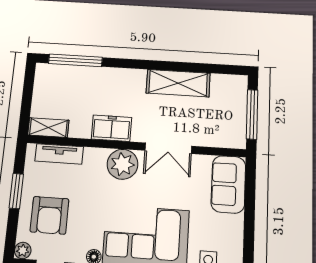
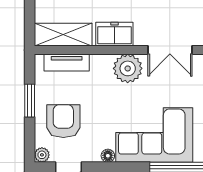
shelving: (48, 128) -> (63, 35), width x1.50, depth x1.33
armchair: (49, 215) -> (63, 121), turned 180

